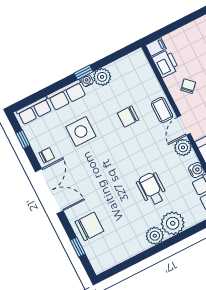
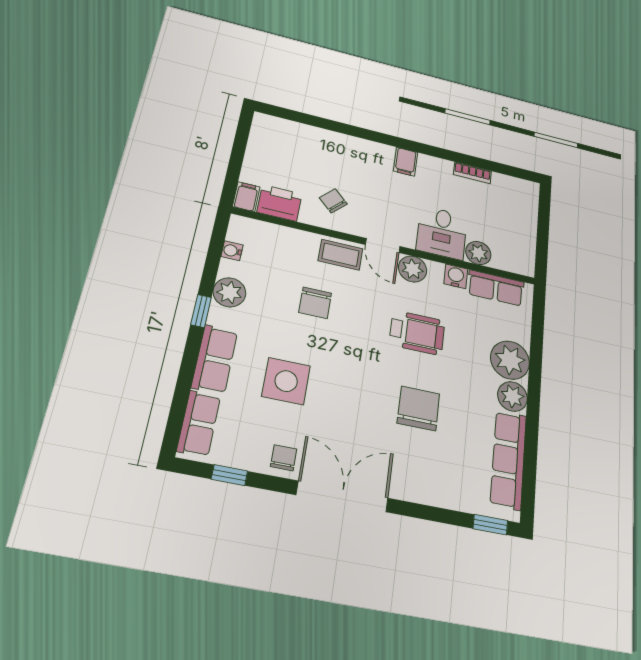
water cooler: (87, 81) -> (232, 251), moved
wheelchair: (152, 189) -> (417, 333), moved, turned 180
chair: (89, 226) -> (419, 408), moved
window: (78, 247) -> (490, 525), moved
row of seats: (122, 252) -> (508, 460), added

